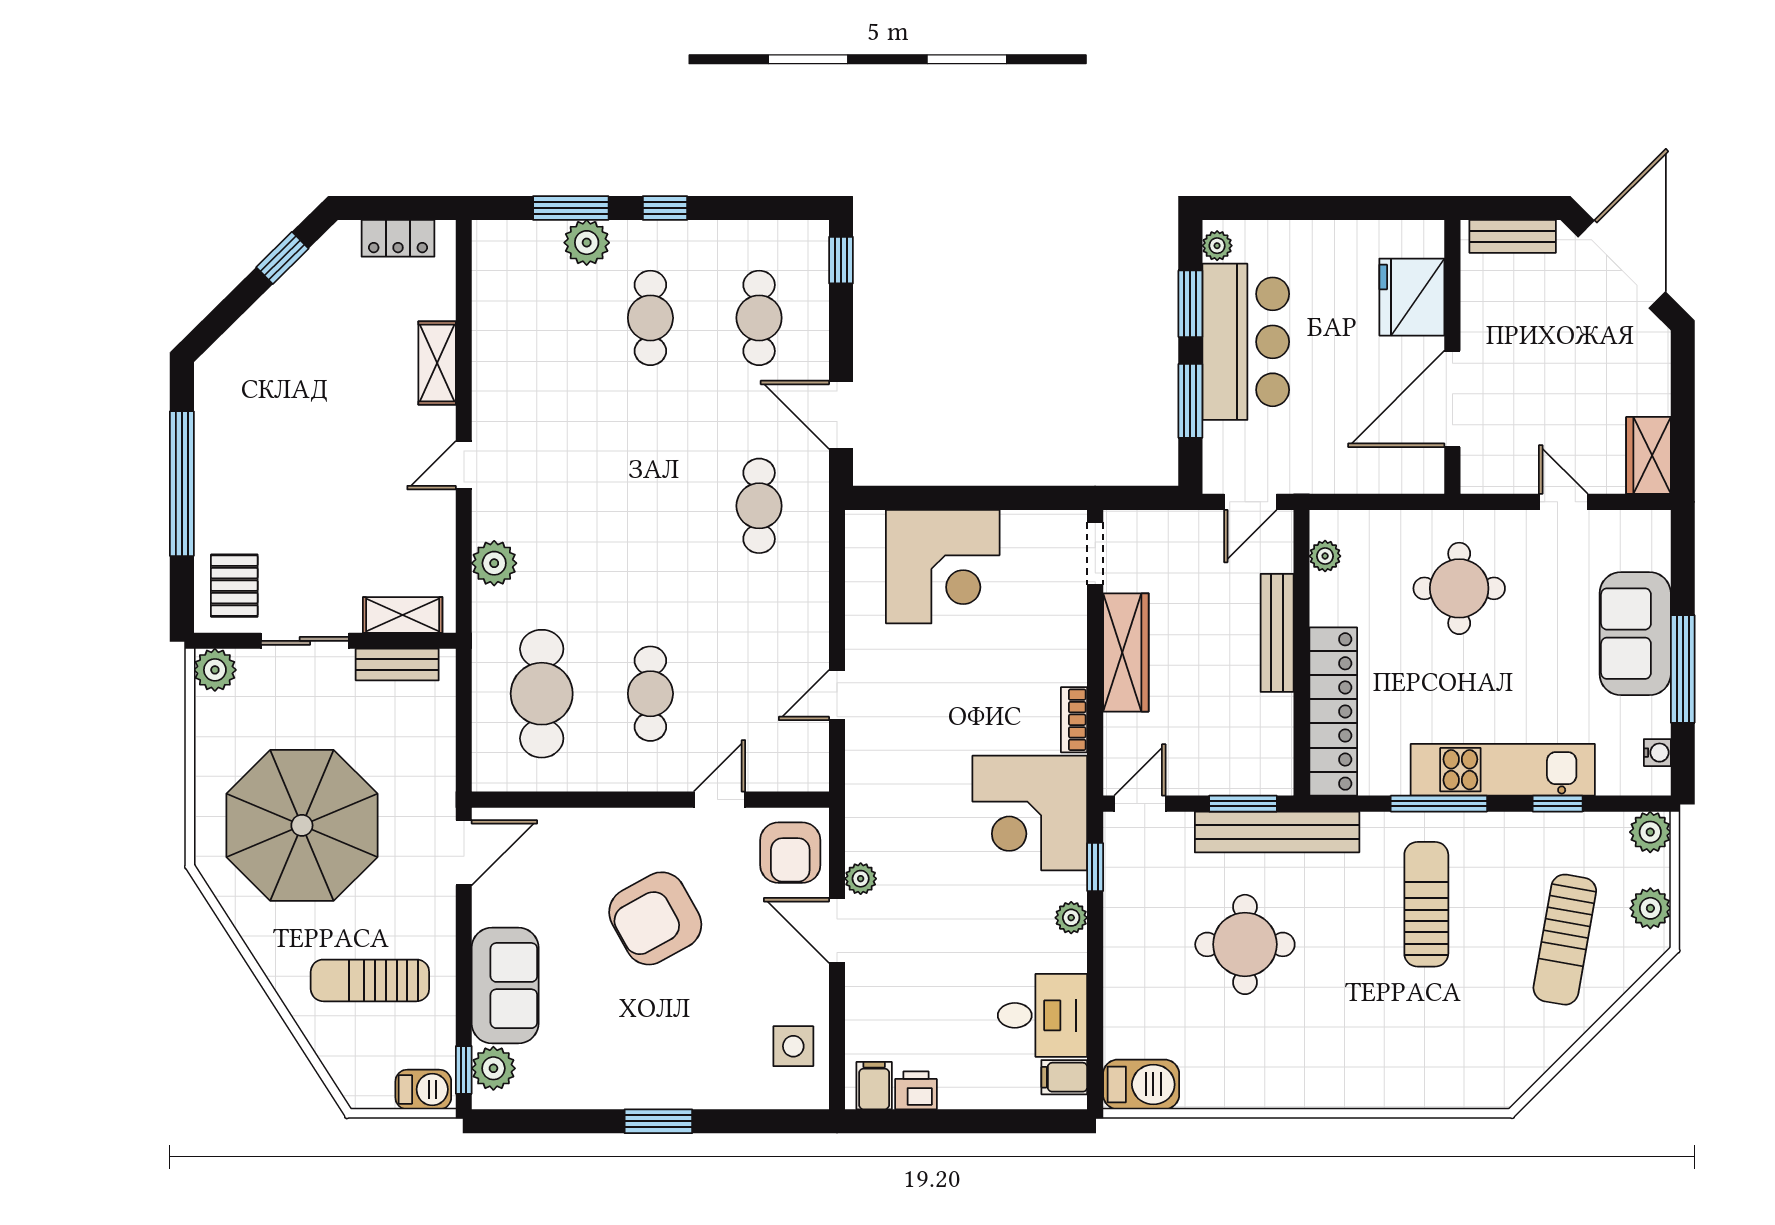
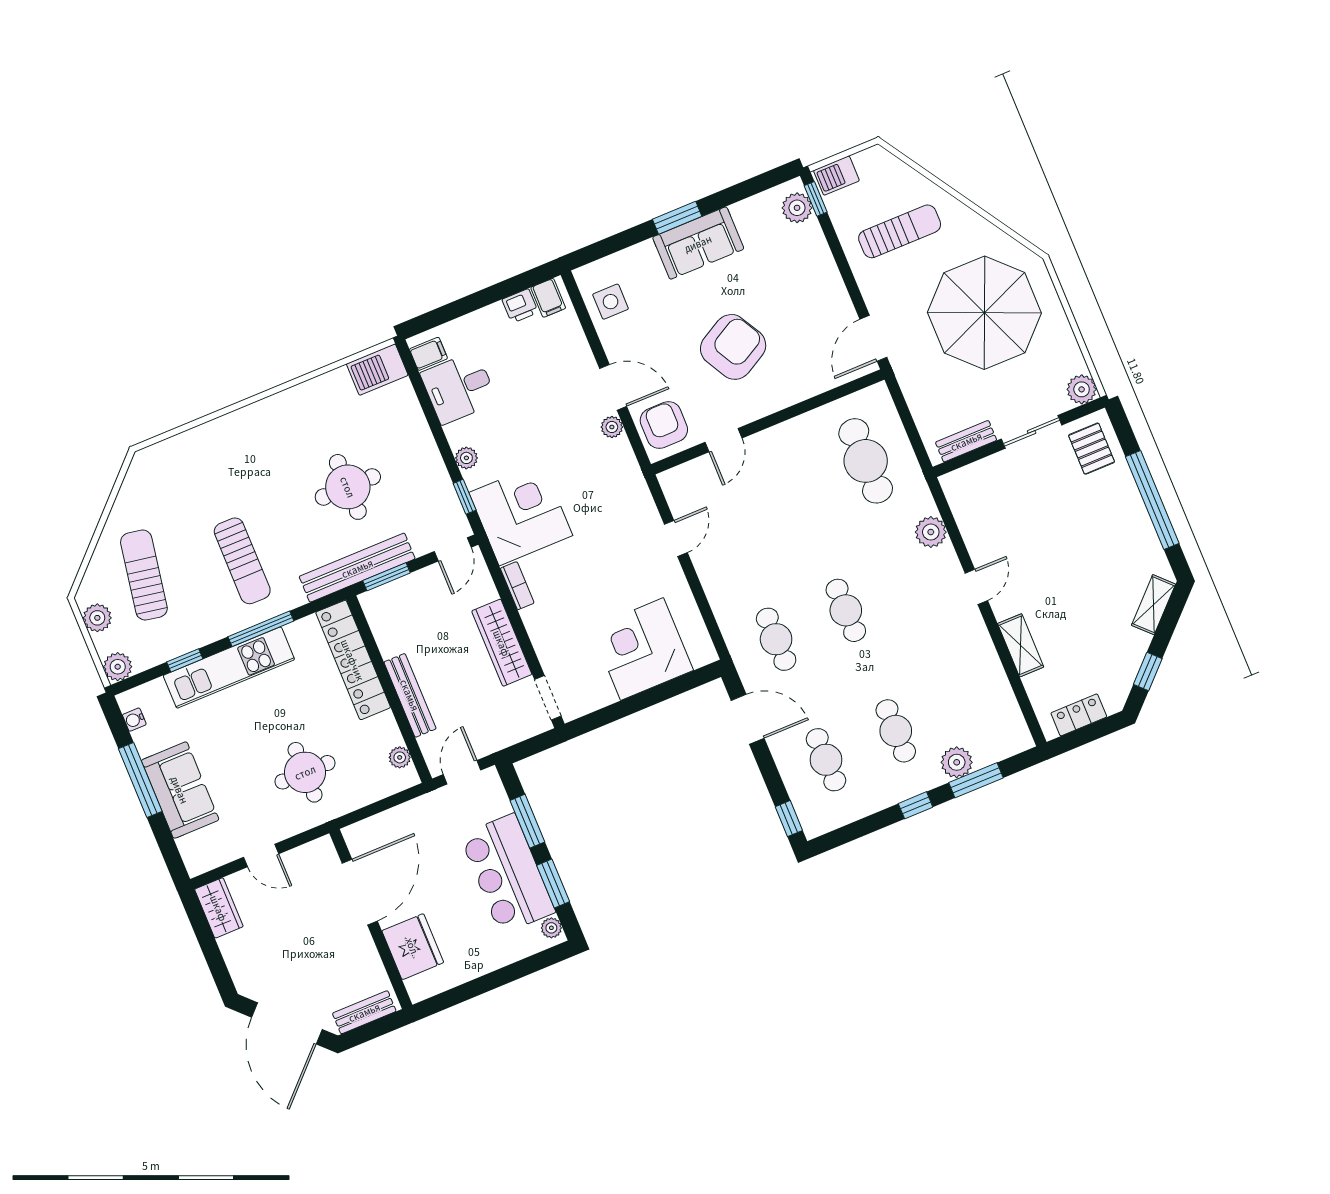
shelving: (403, 615) -> (1153, 605), moved, turned -45
cafe table: (650, 694) -> (846, 610), moved
sofa: (505, 986) -> (698, 243), moved, turned -90

